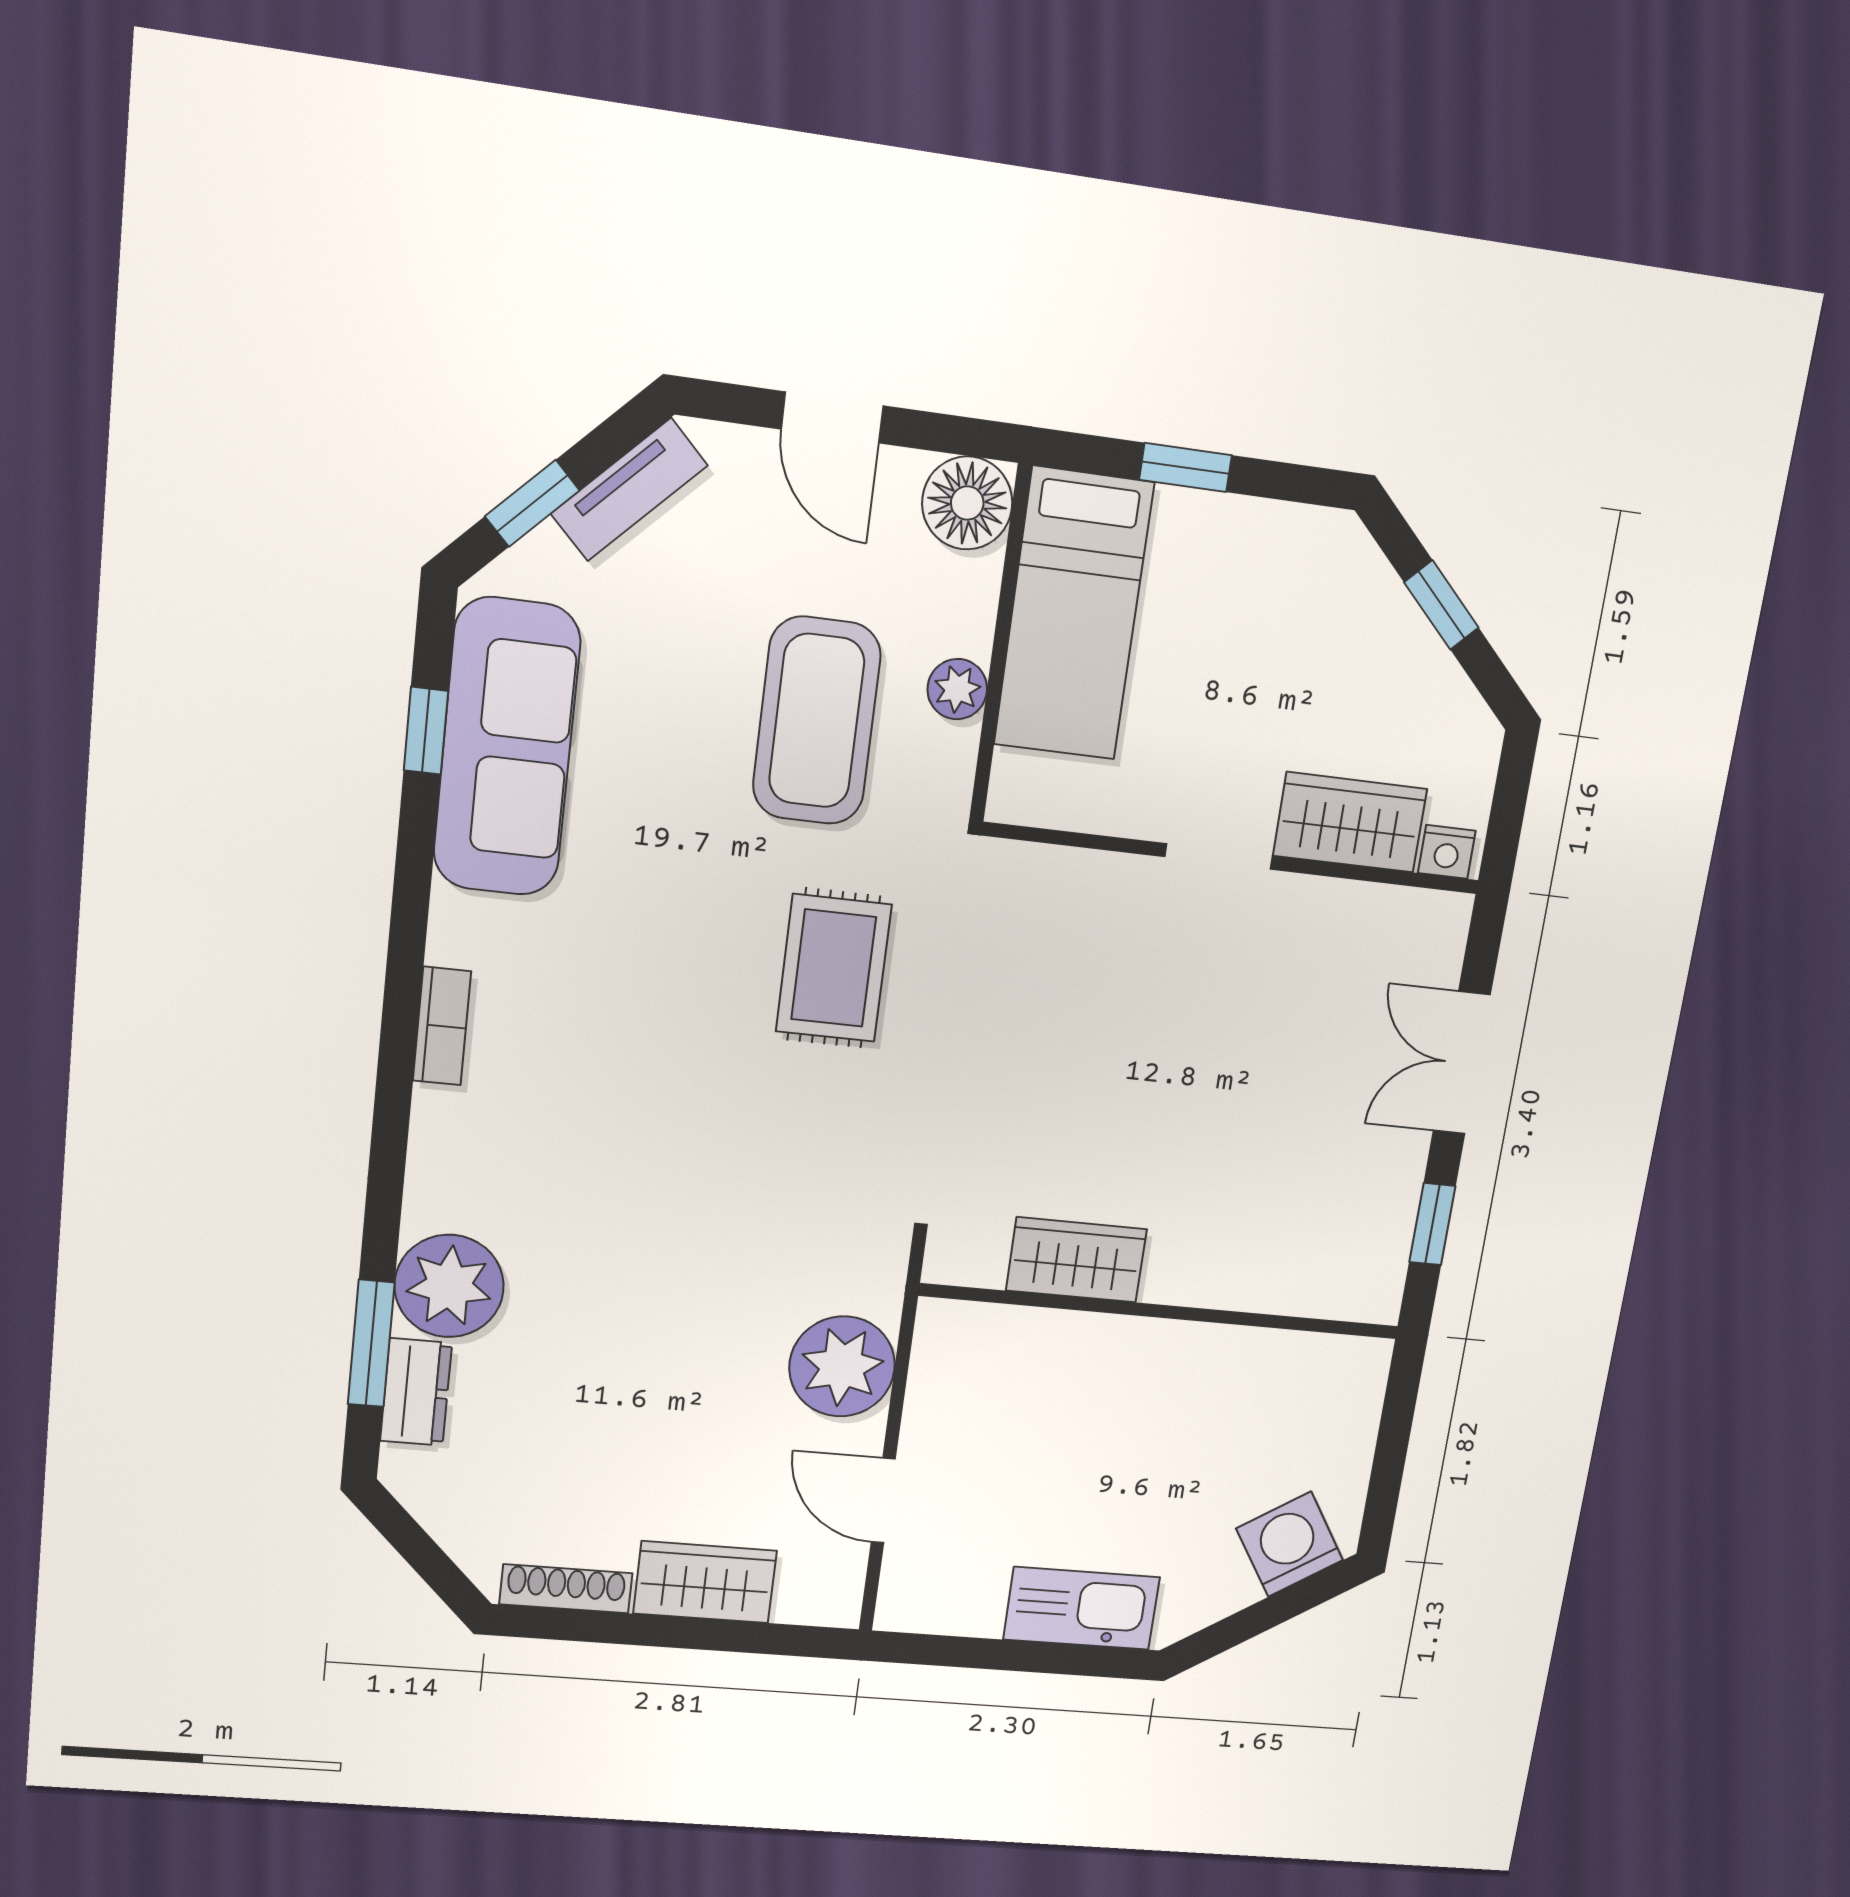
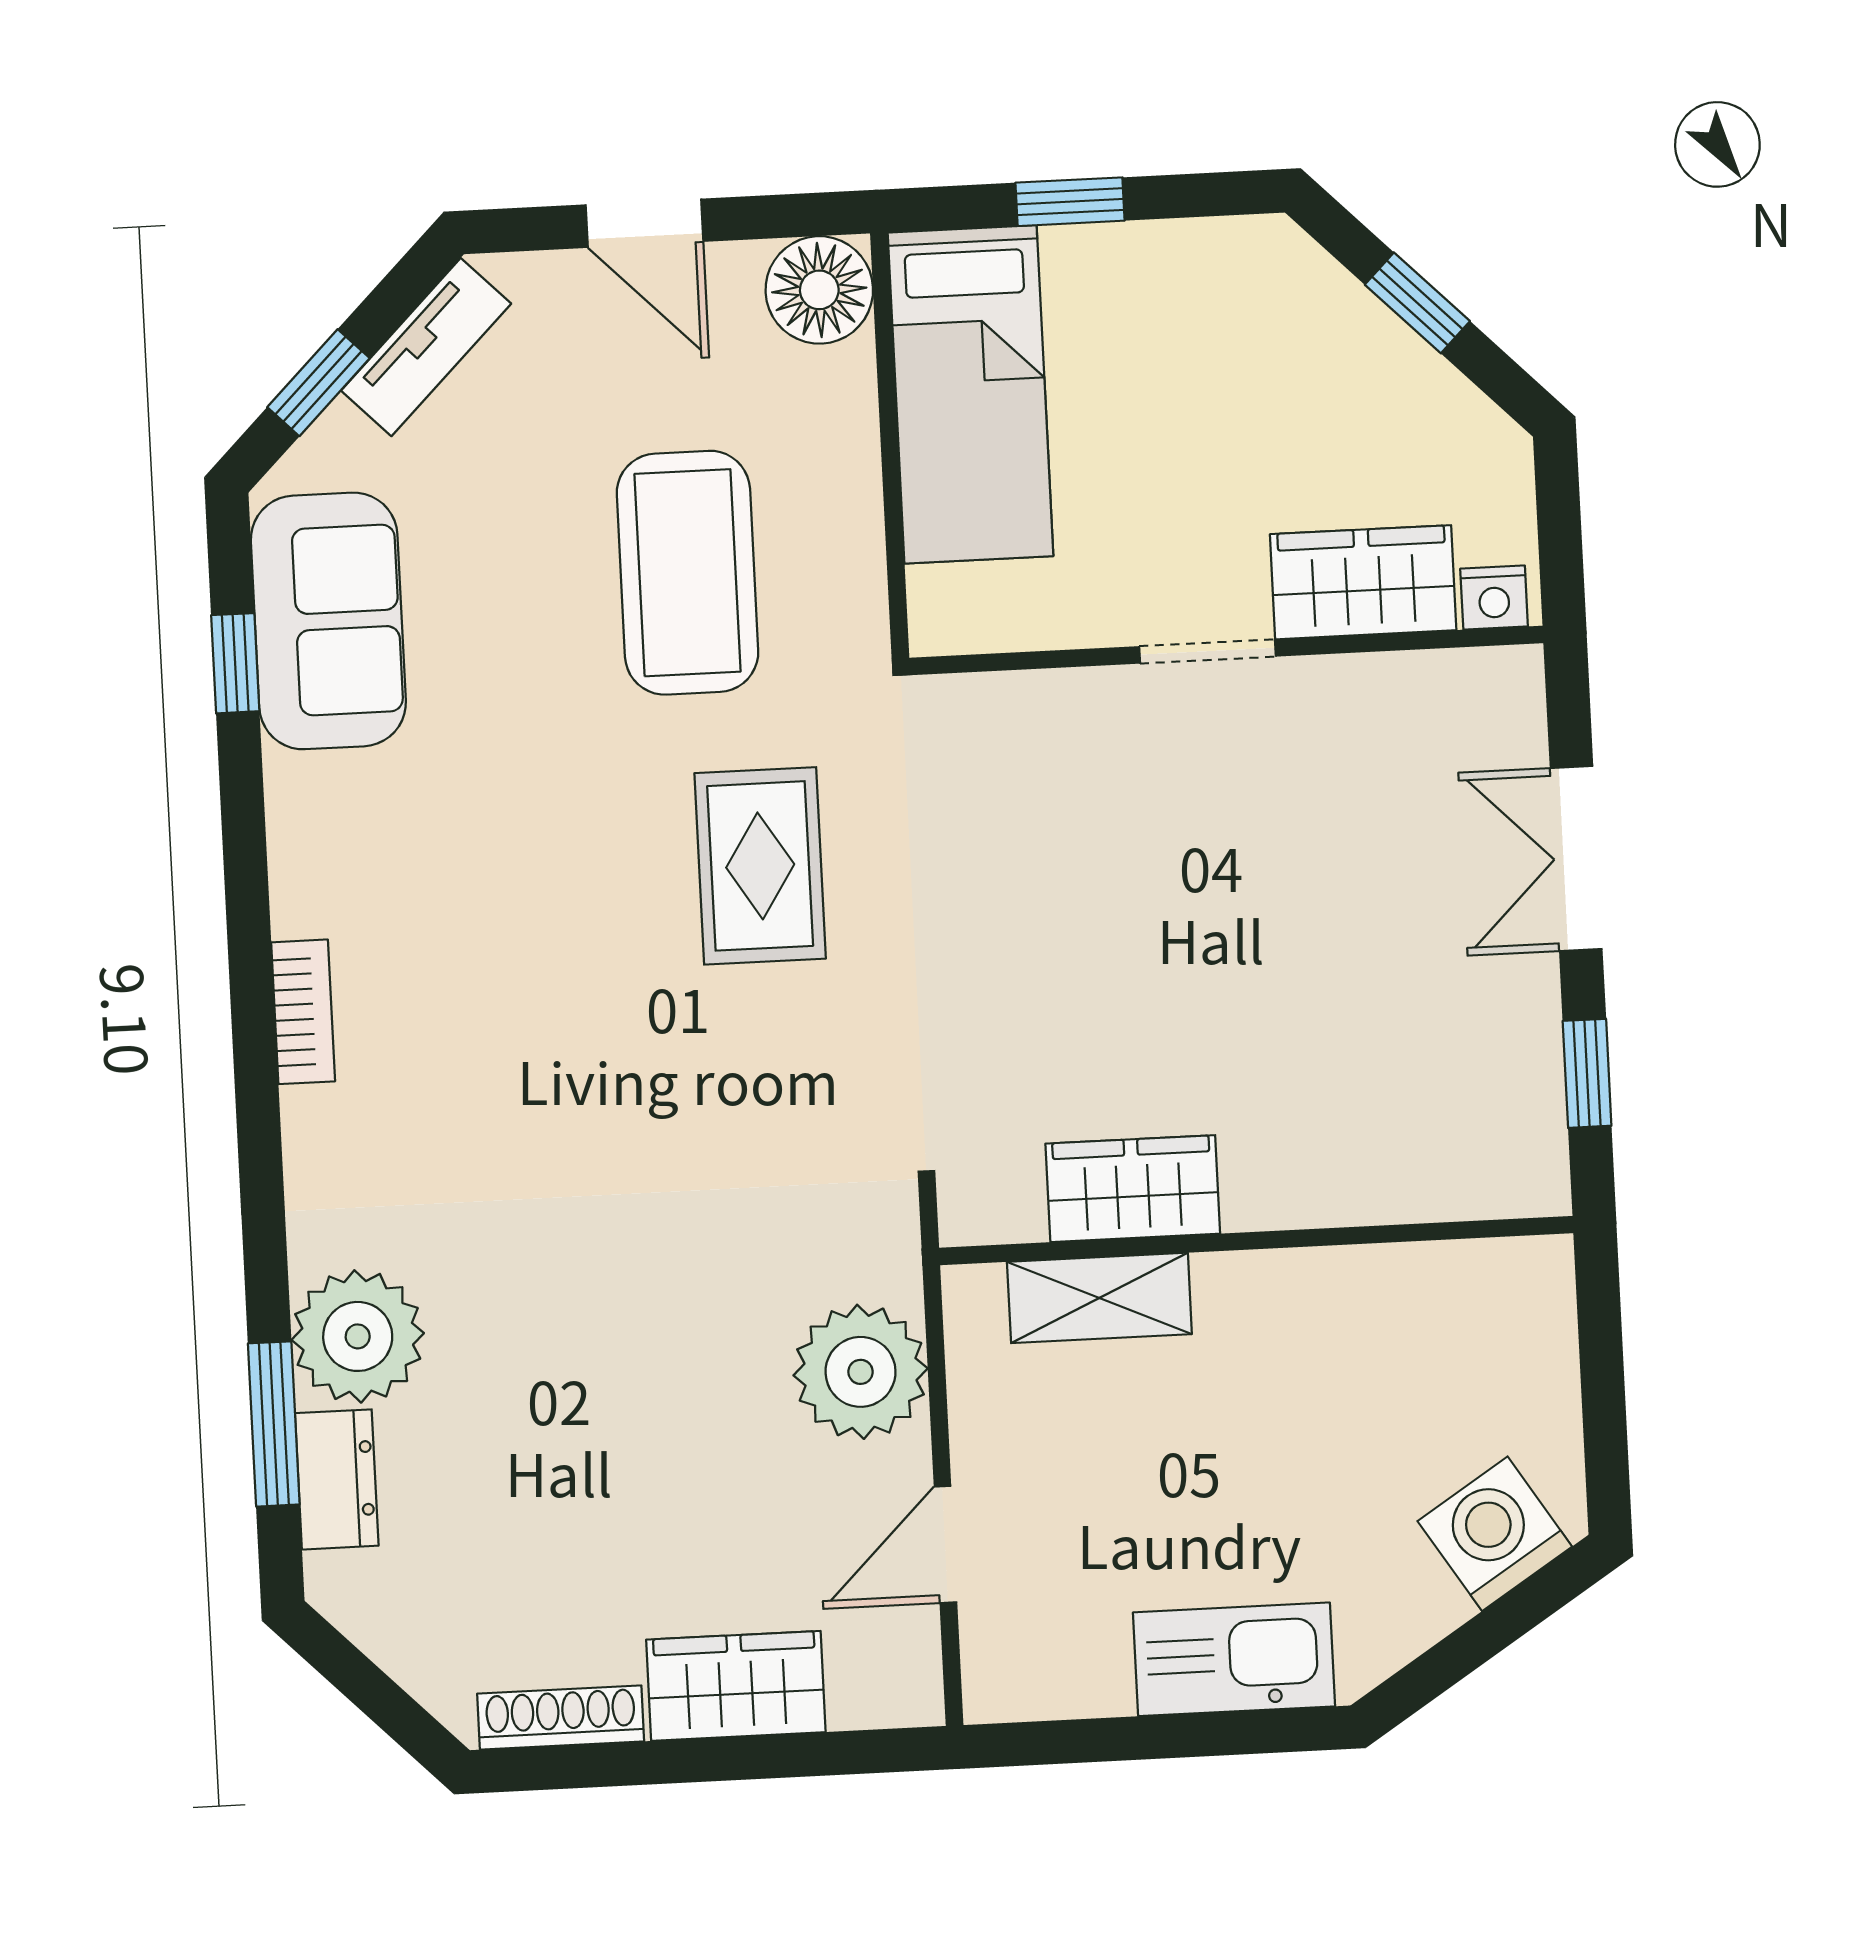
plant: (957, 689) -> (848, 506), removed
sofa: (507, 747) -> (328, 621), width x0.73
shelving: (1035, 1337) -> (1099, 1298), added
door: (883, 1501) -> (945, 1544), hinge flipped

